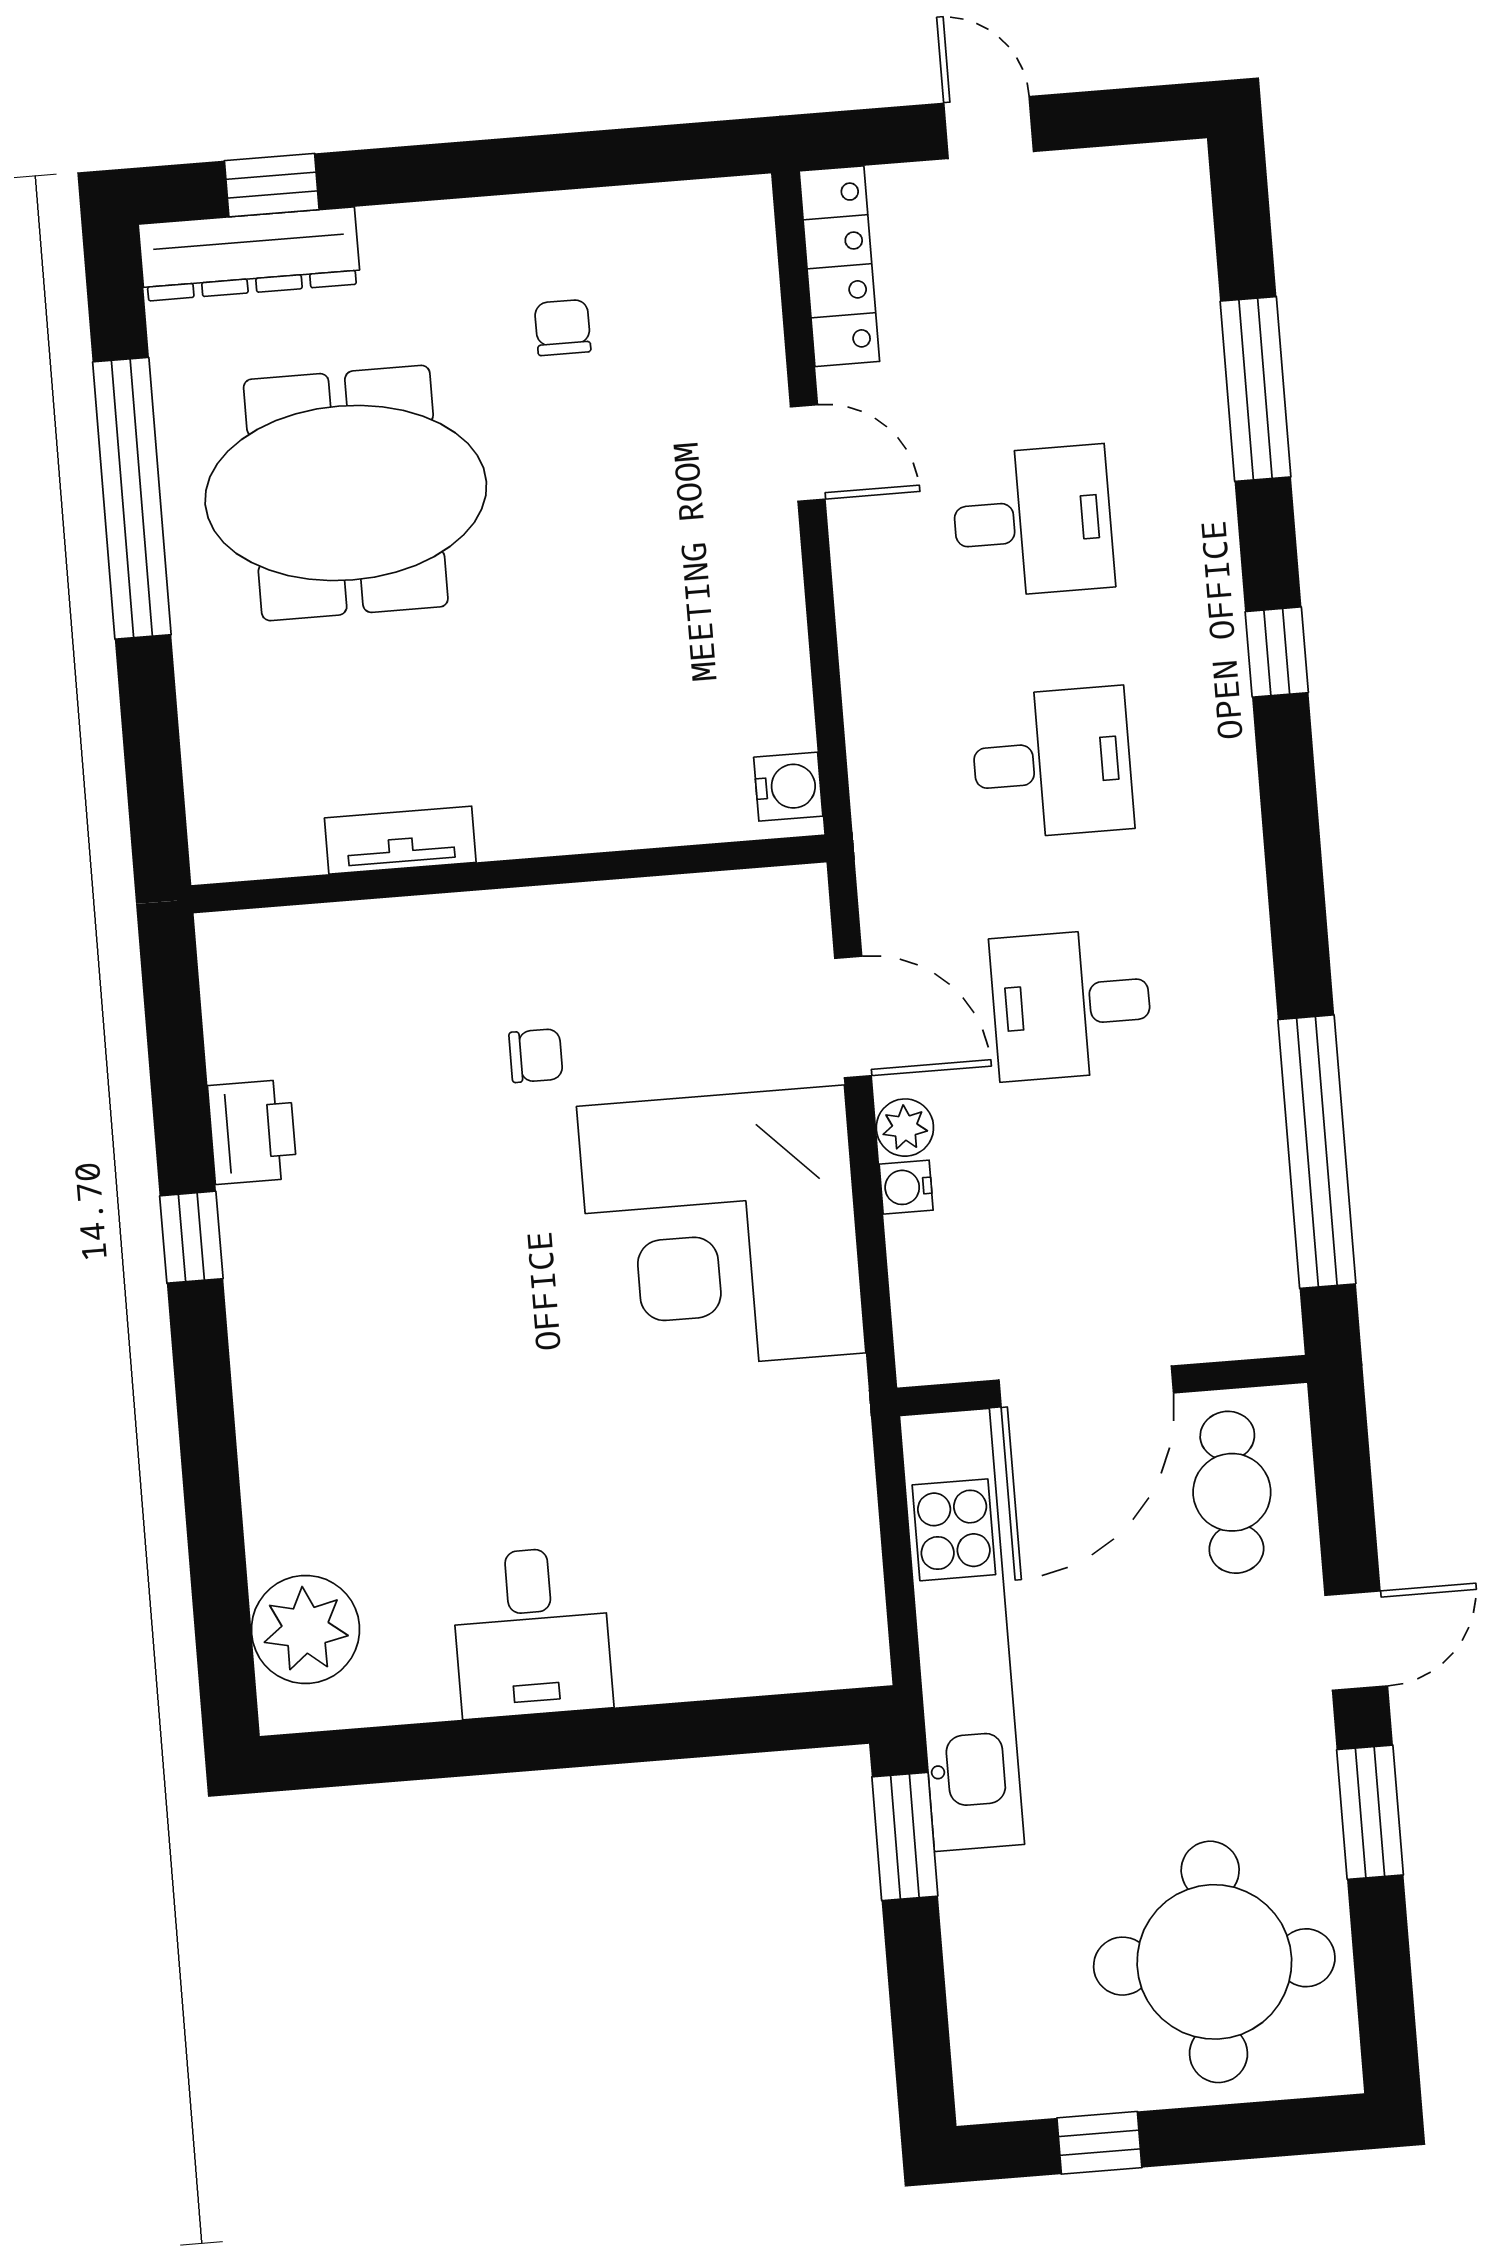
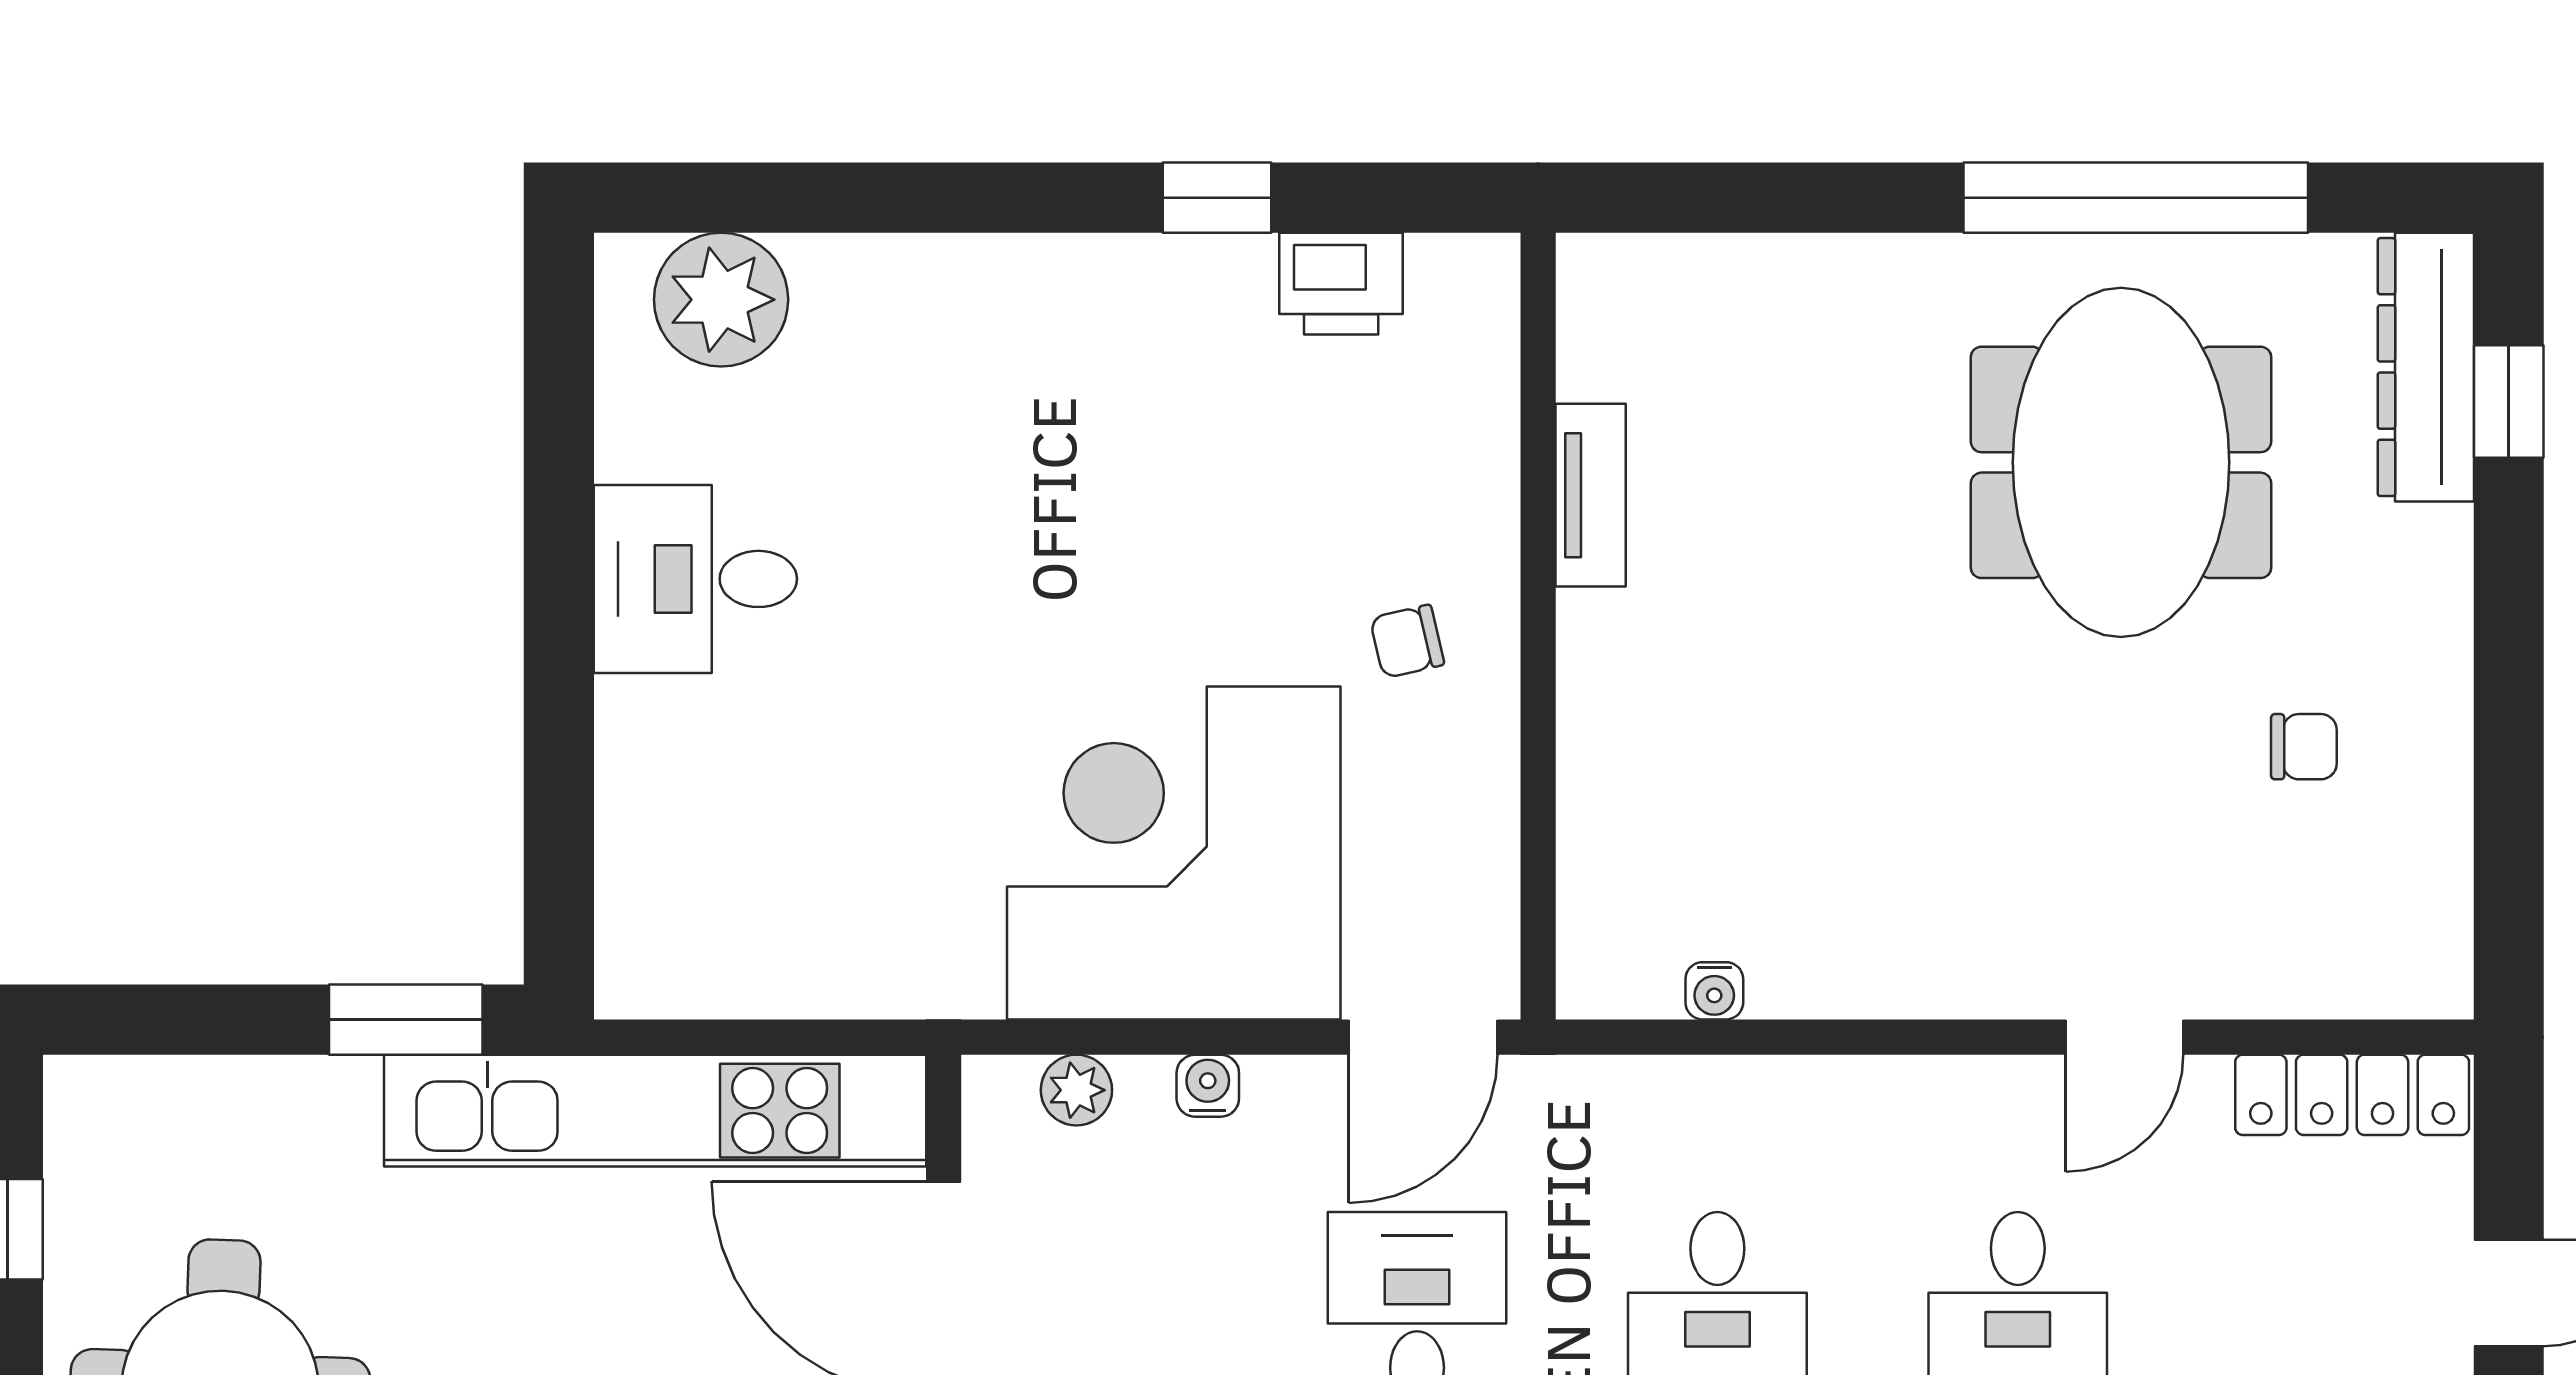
water cooler: (788, 787) -> (1714, 991), width x0.72, depth x0.72
tv unit: (400, 840) -> (1591, 495), moved
wall: (509, 874) -> (1538, 626), moved
chair: (536, 1056) -> (1407, 641), turned 77
plant: (905, 1128) -> (1076, 1090), moved

